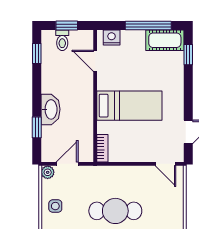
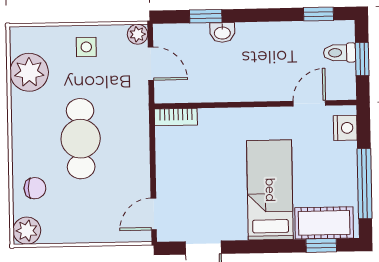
cot: (165, 40) -> (324, 223), moved, turned 90
bed: (129, 106) -> (270, 190), moved, turned 180
washbasin: (50, 109) -> (222, 32), width x0.52, depth x0.69

